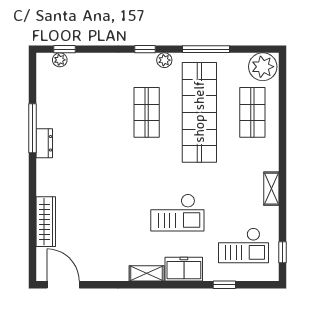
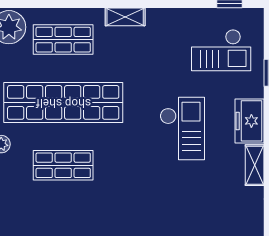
shelving: (271, 189) -> (125, 17), moved
checkout: (243, 245) -> (221, 50), turned 90

